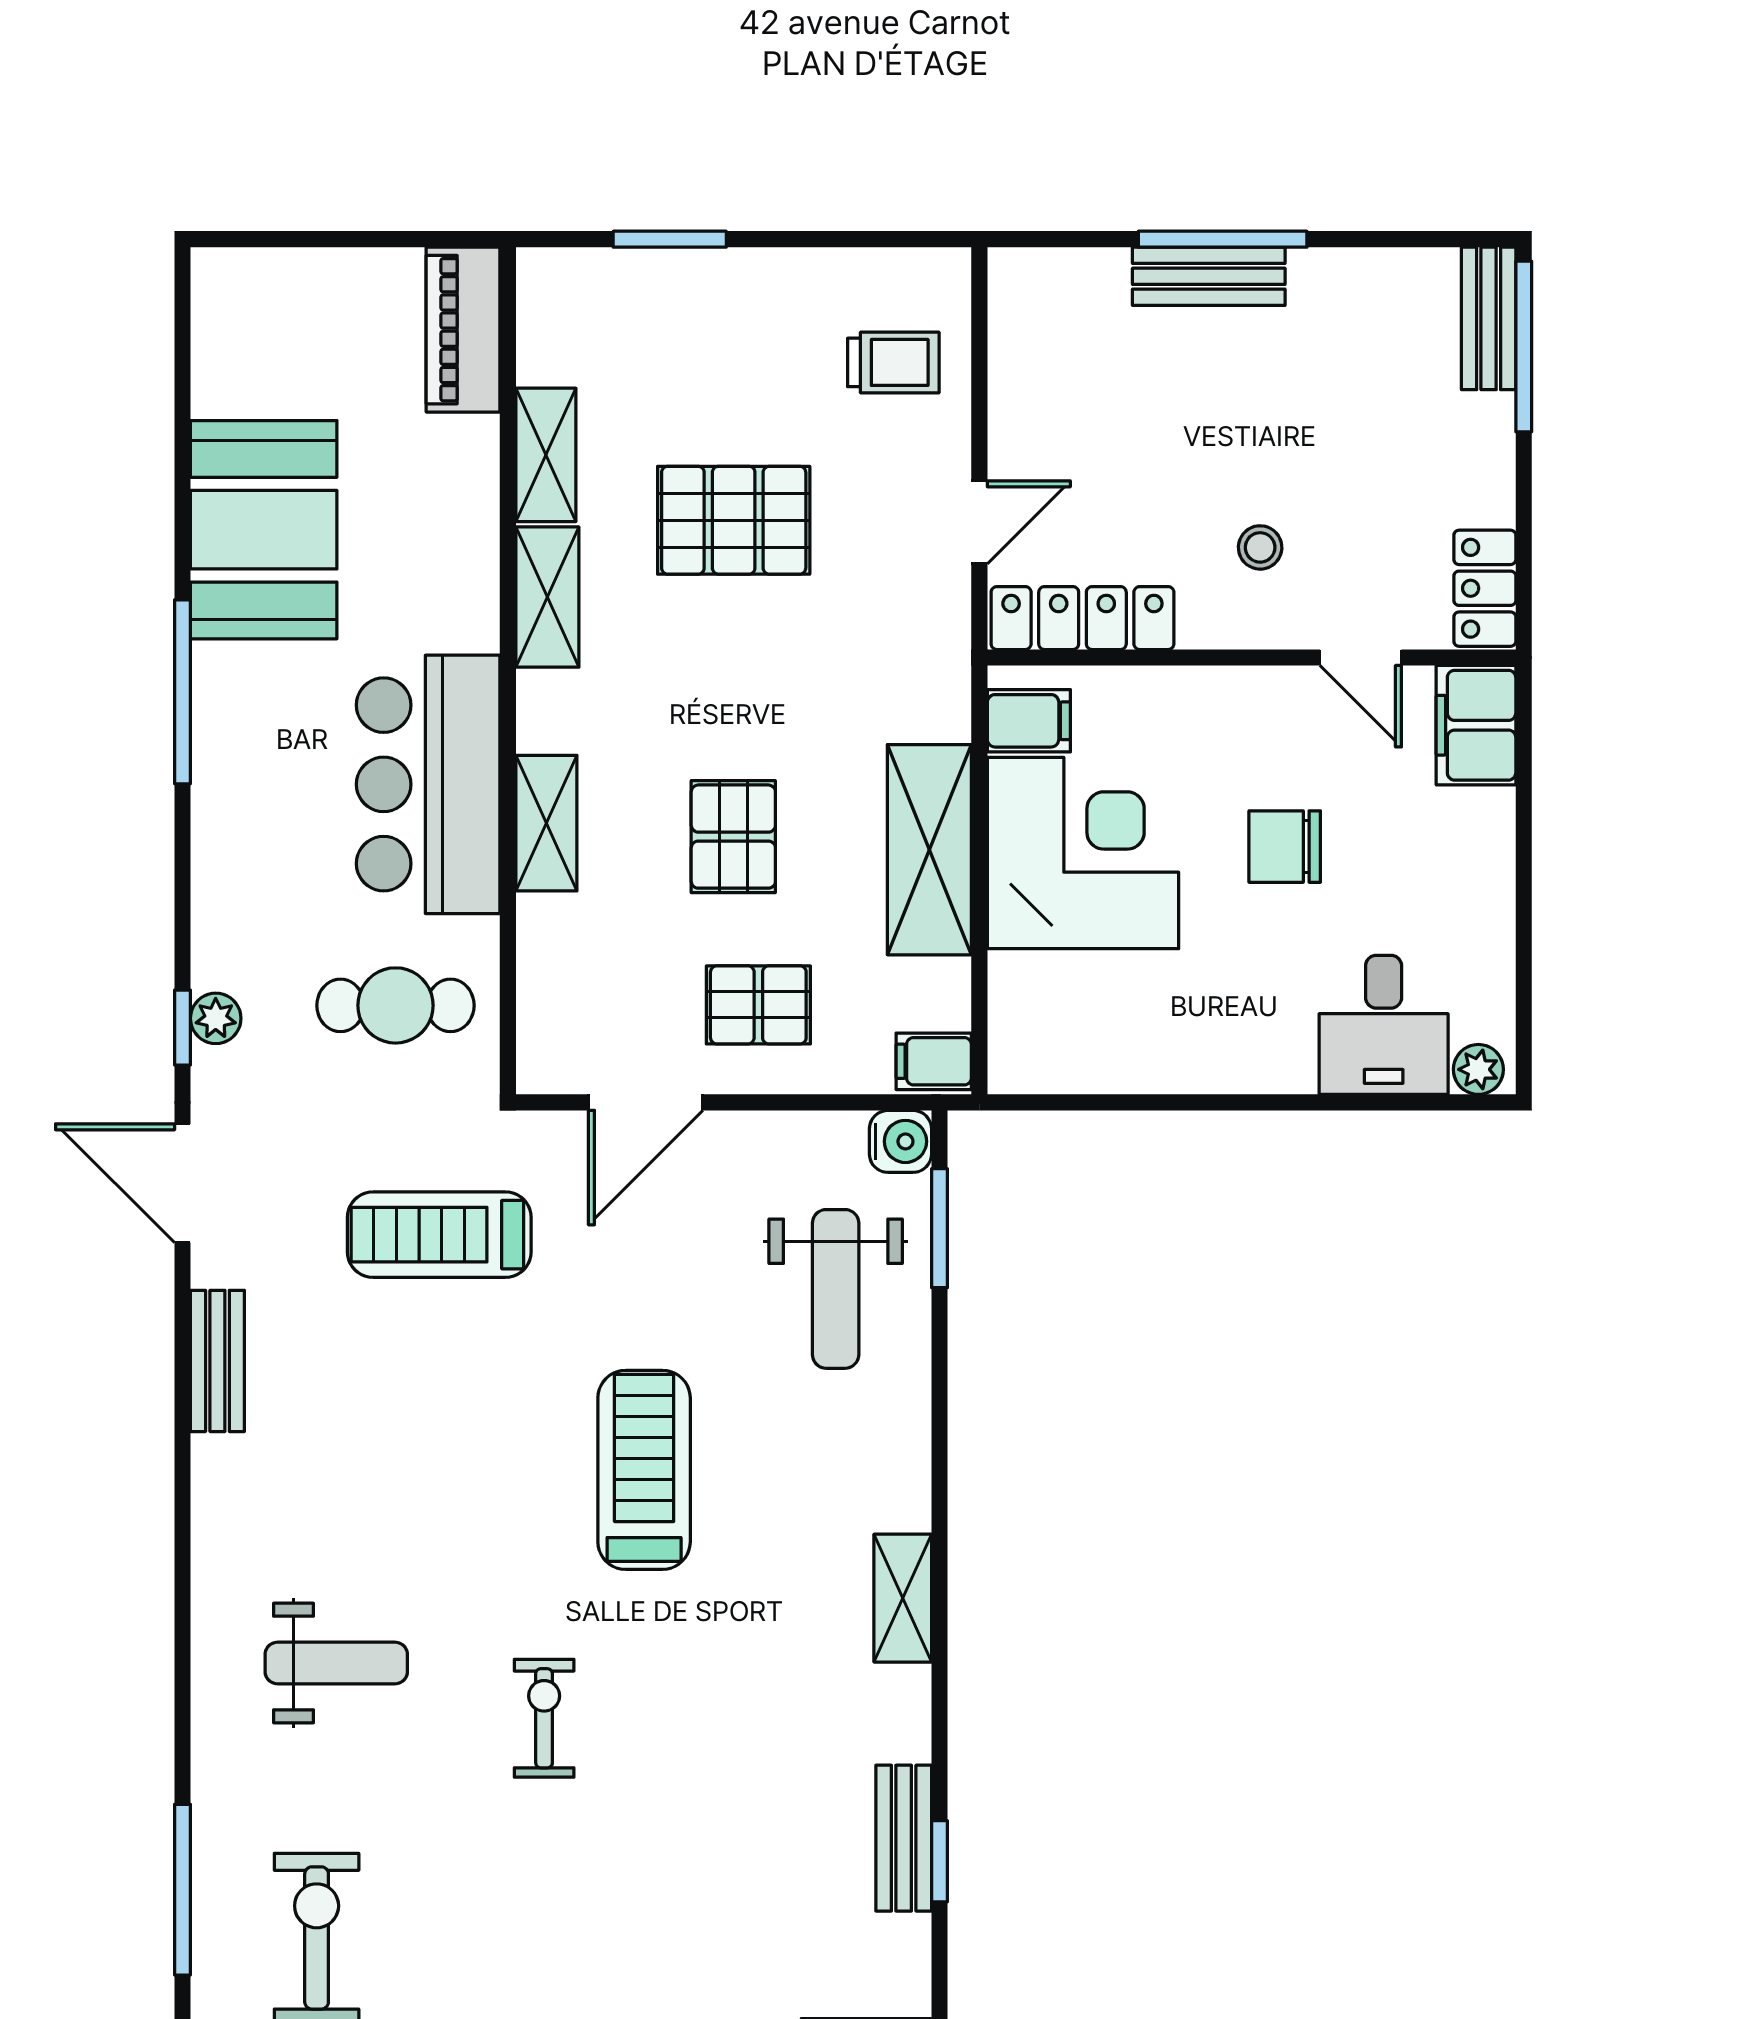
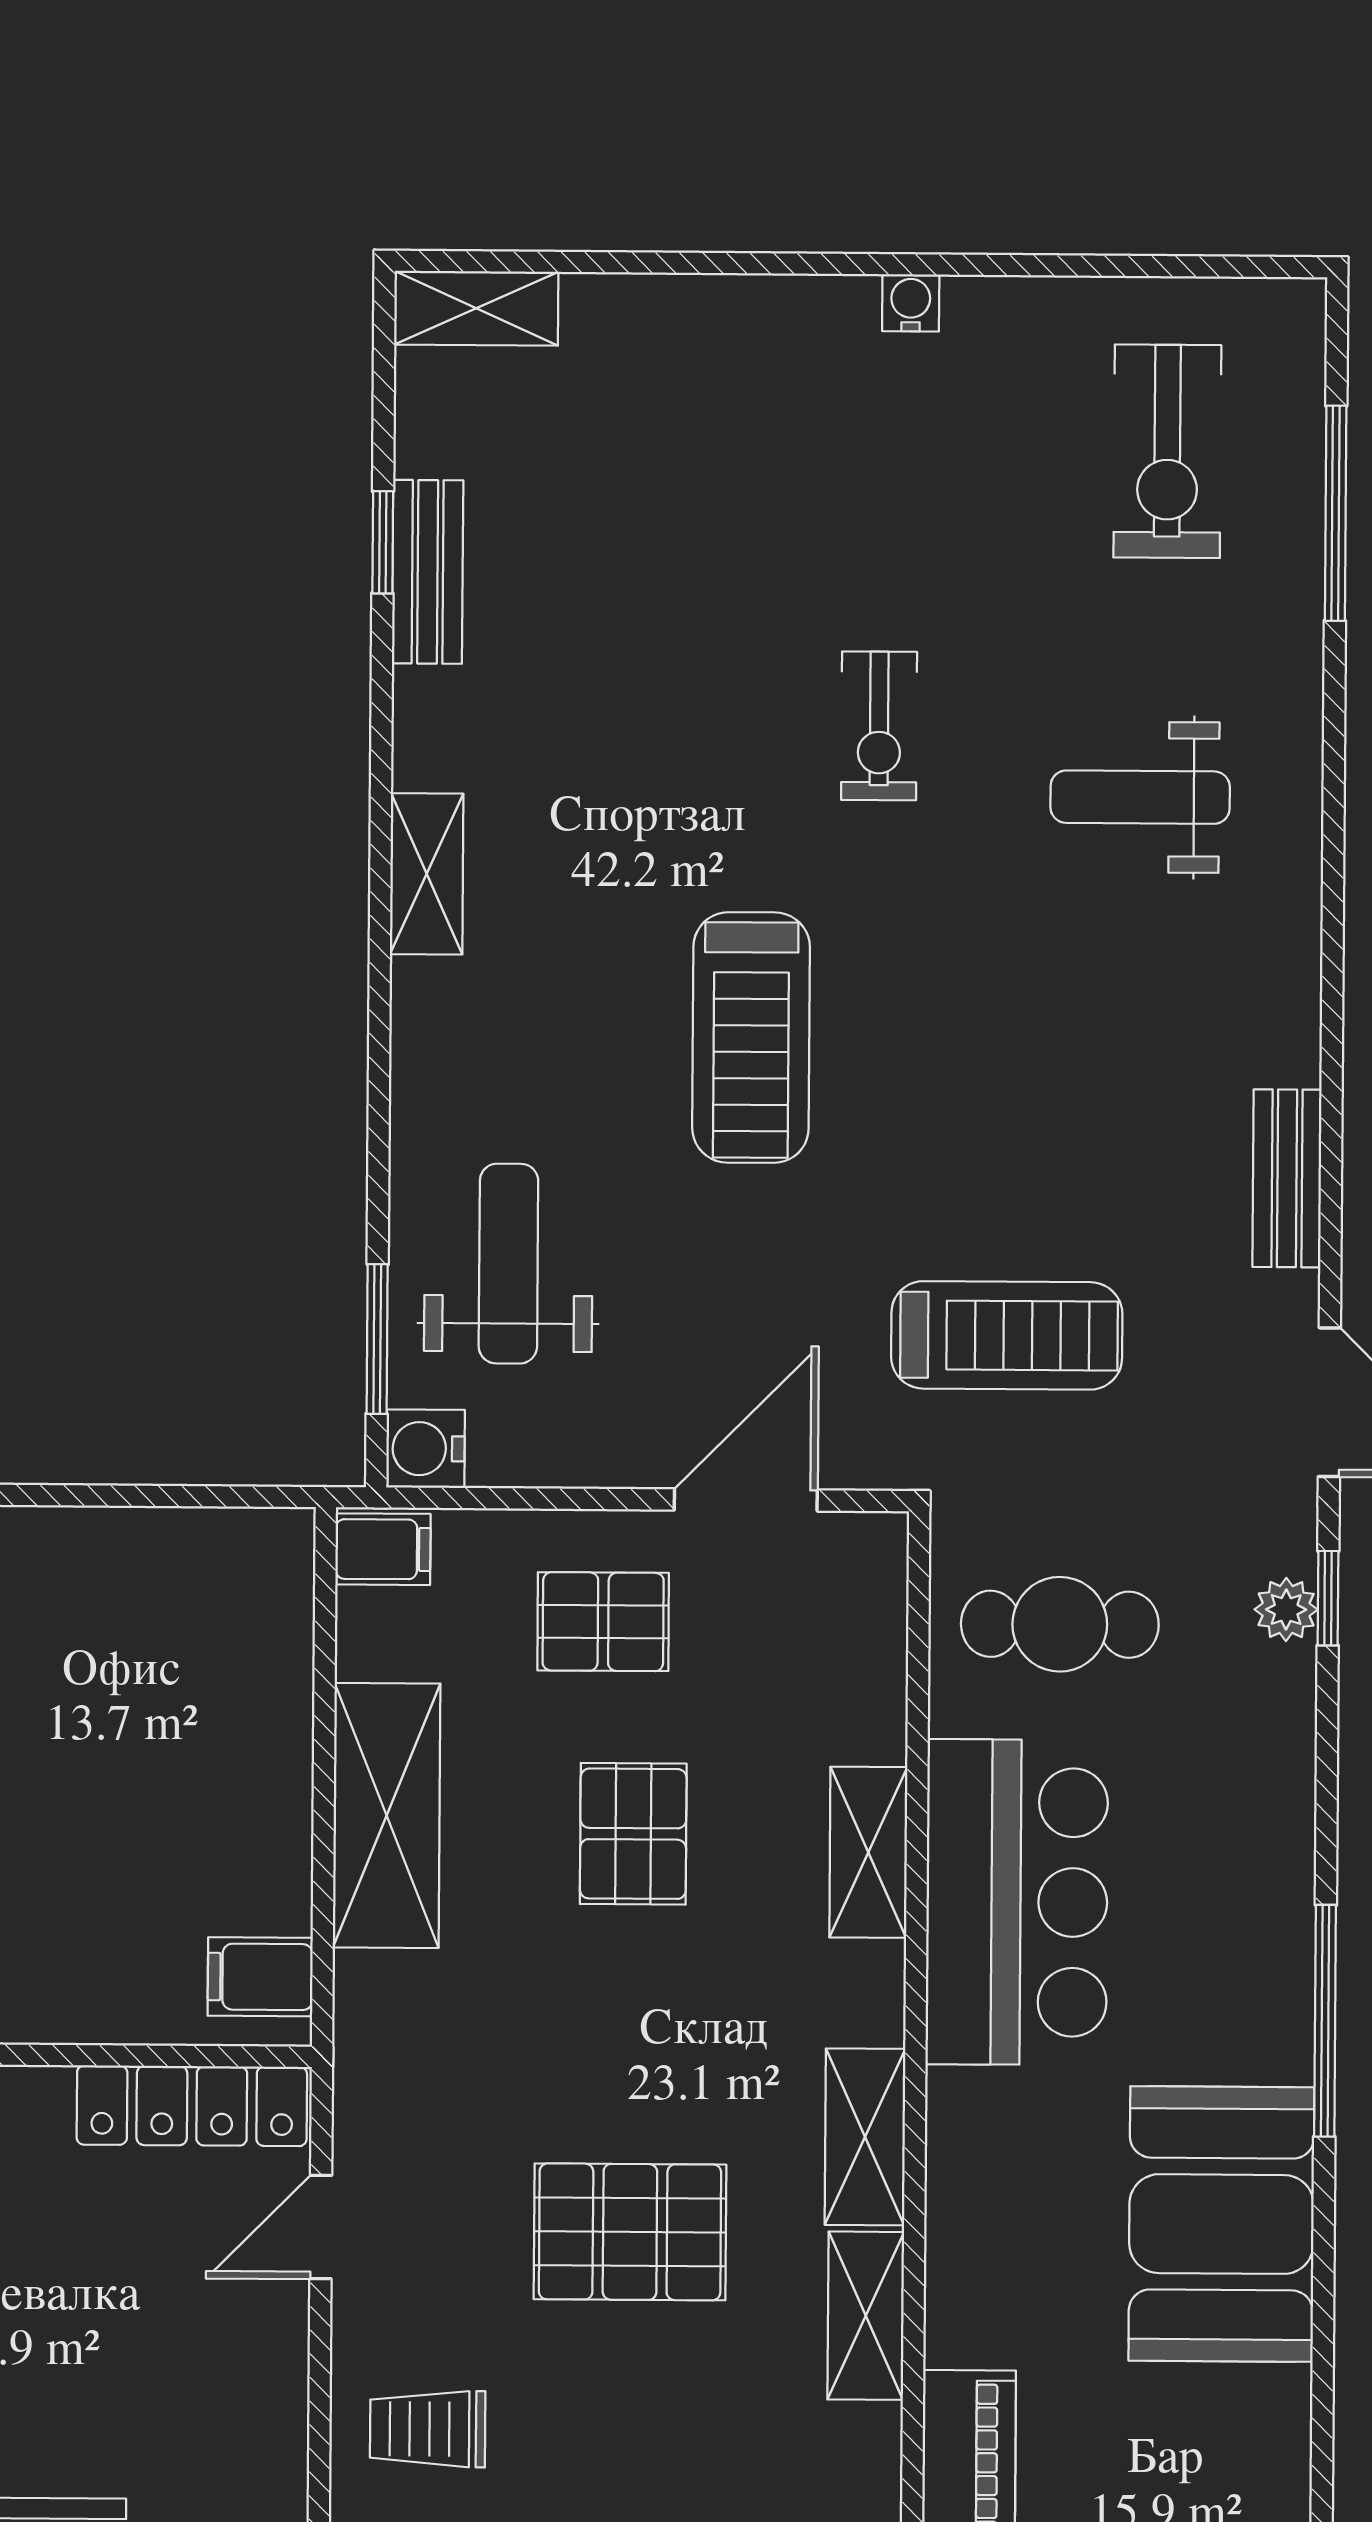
corner desk: (1083, 853) -> (193, 1810), removed

